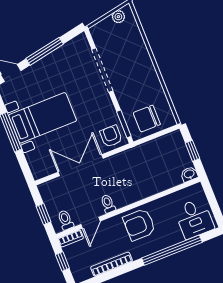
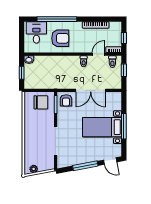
armchair: (139, 225) -> (60, 38), moved

